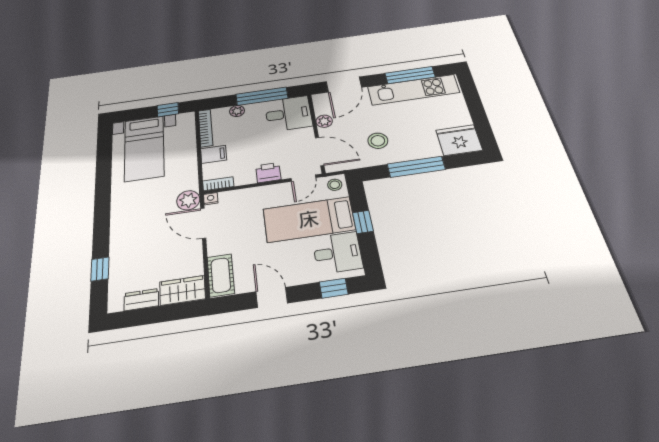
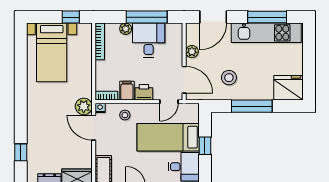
desk: (288, 114) -> (149, 40), moved, turned -90
filing cabinet: (214, 154) -> (127, 91), moved, turned -90
stool: (335, 185) -> (125, 115), moved

